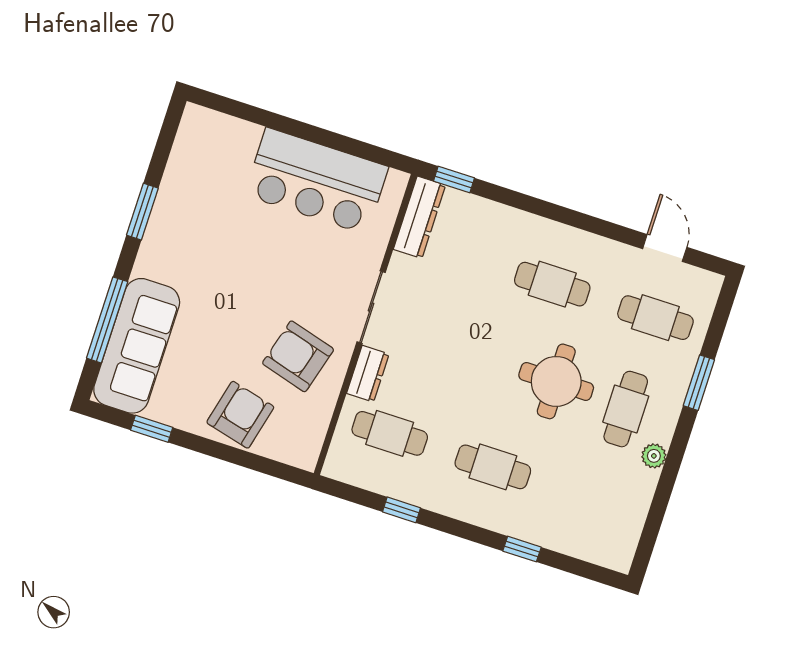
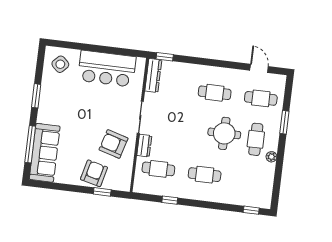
side table: (212, 150) -> (60, 64), added
window: (152, 429) -> (102, 192), moved
window: (522, 549) -> (251, 210), moved

